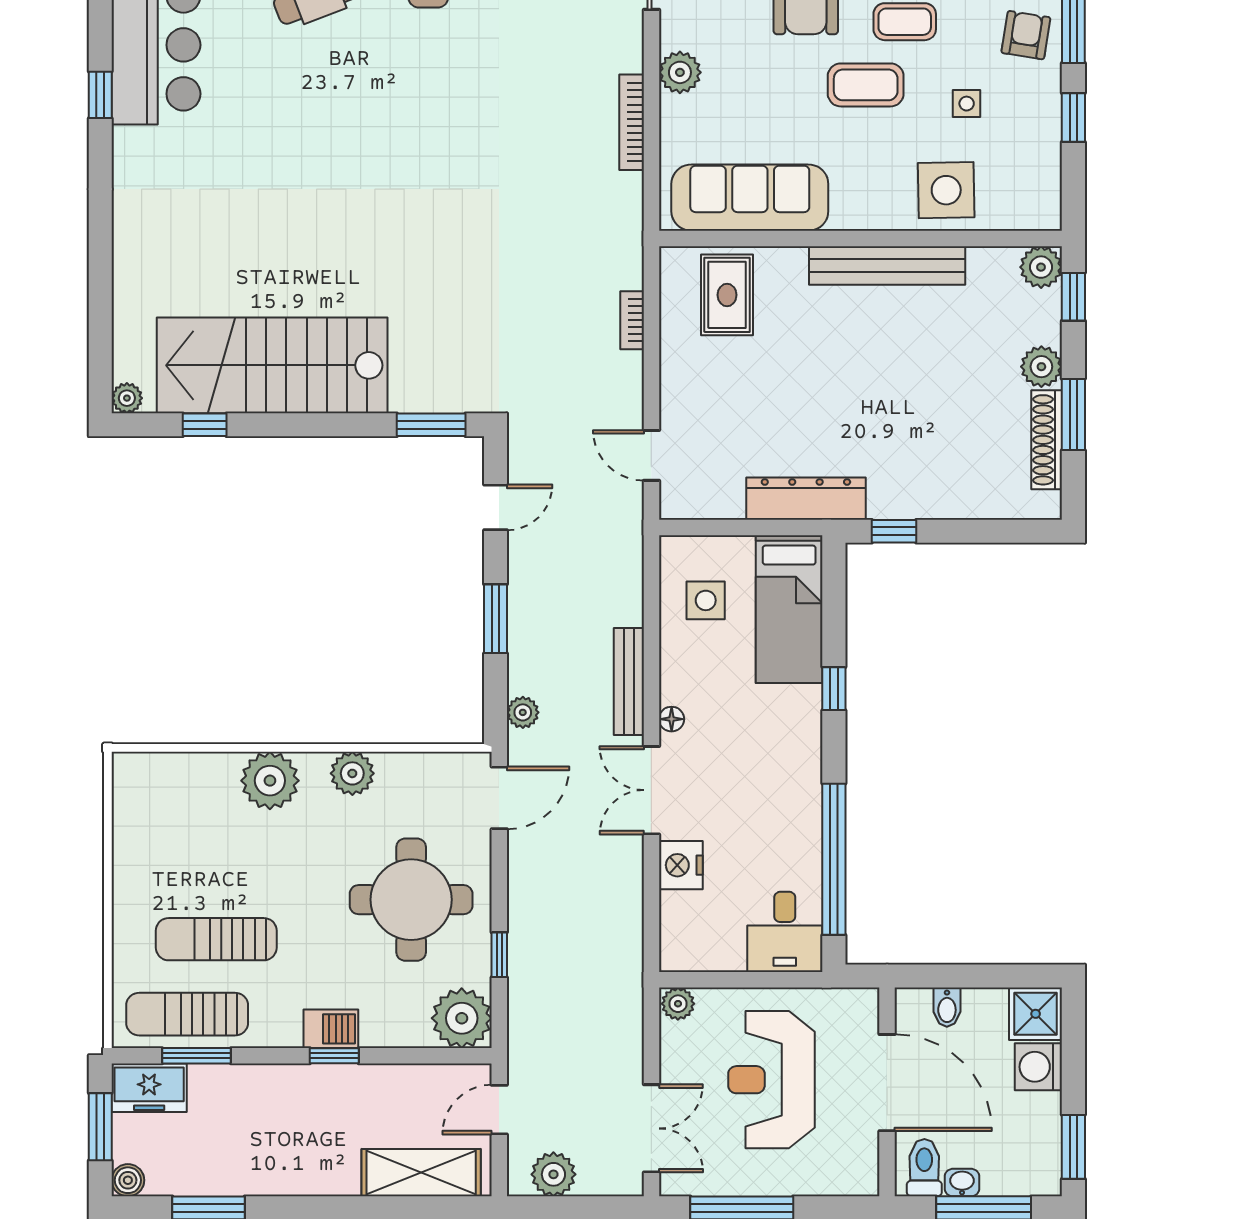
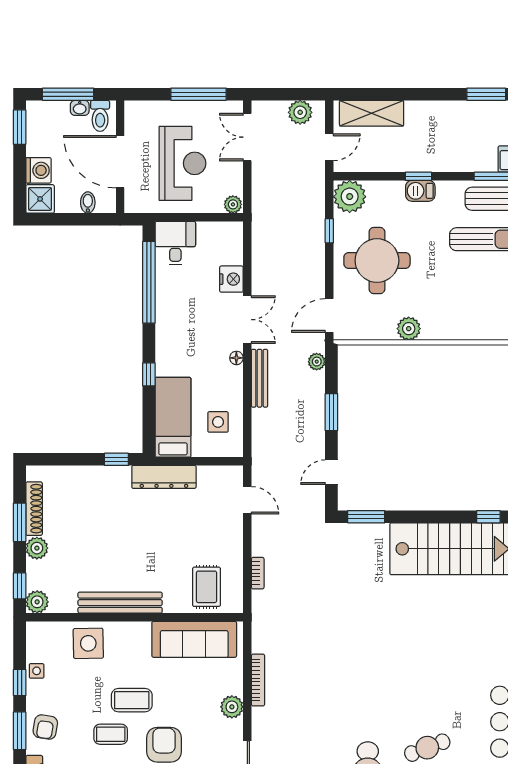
side table: (967, 104) -> (37, 671), moved
plant: (270, 781) -> (453, 325), removed

